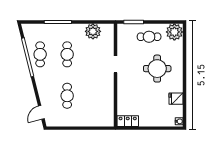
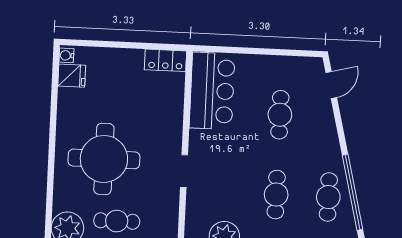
round table: (157, 69) -> (104, 159), width x1.36, depth x1.36
fridge: (176, 99) -> (72, 76), moved
bar counter: (103, 106) -> (212, 91), added

